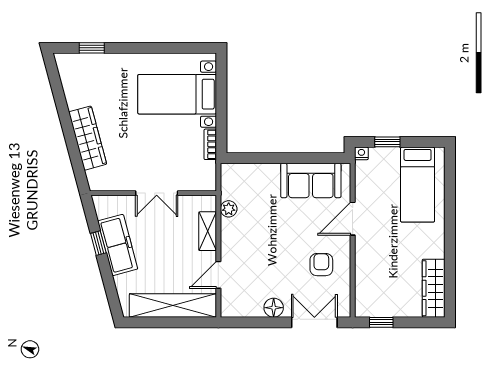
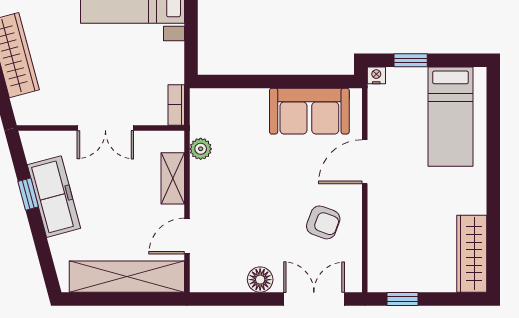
bookcase: (210, 144) -> (176, 105), moved
armchair: (321, 265) -> (323, 222), turned 110

